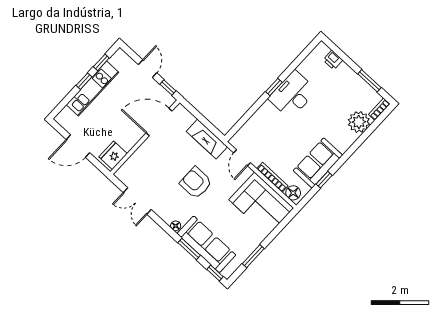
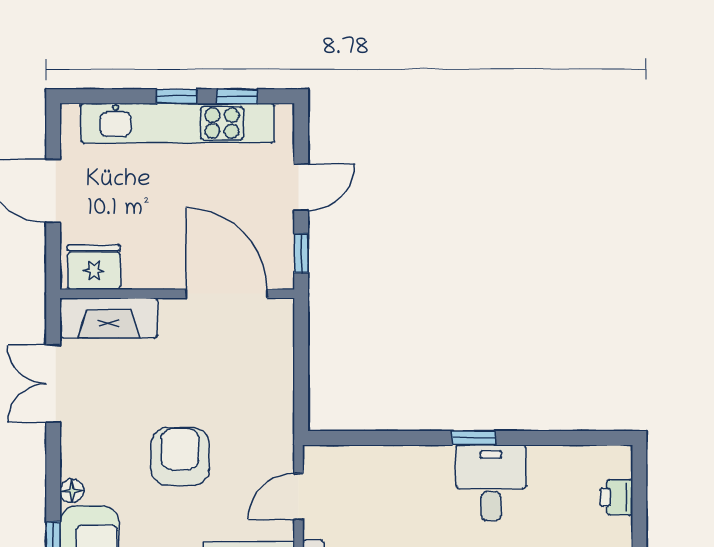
kitchen unit: (93, 88) -> (177, 123), width x1.36
desk: (293, 94) -> (491, 483), width x0.73
fireplace: (207, 139) -> (109, 318), moved, turned -90

